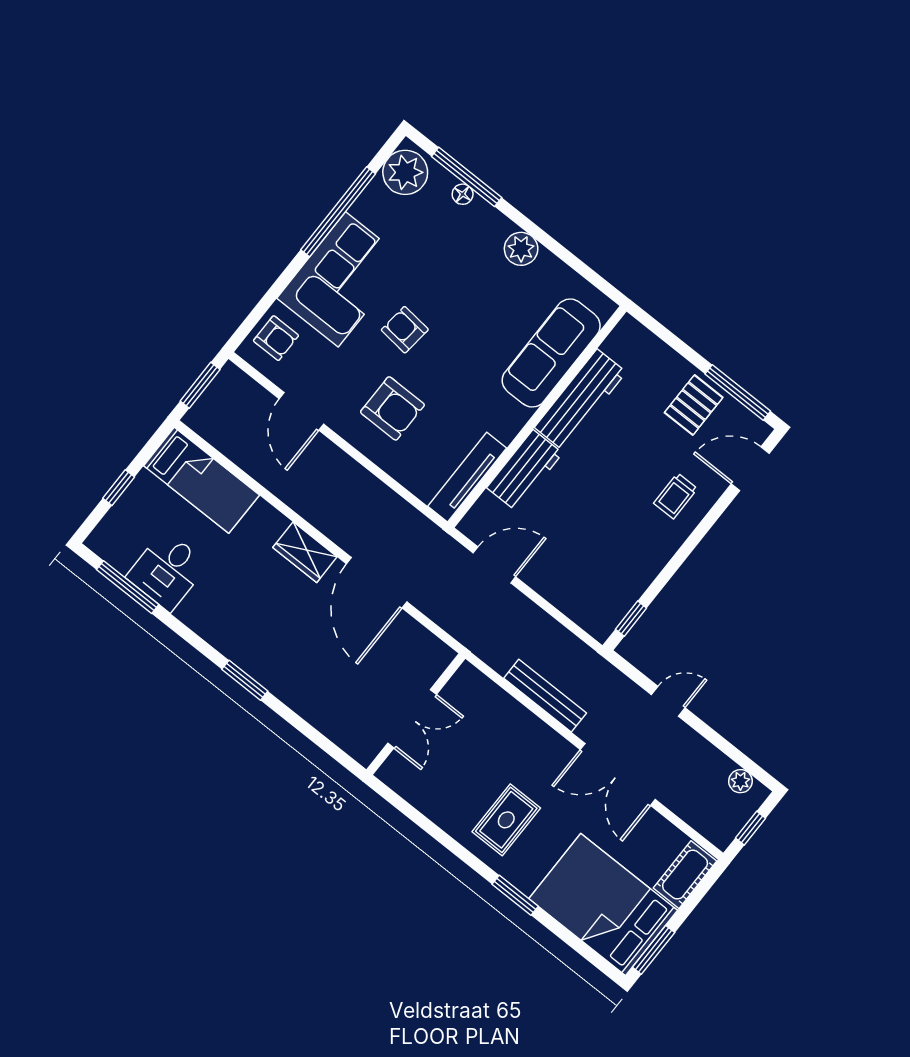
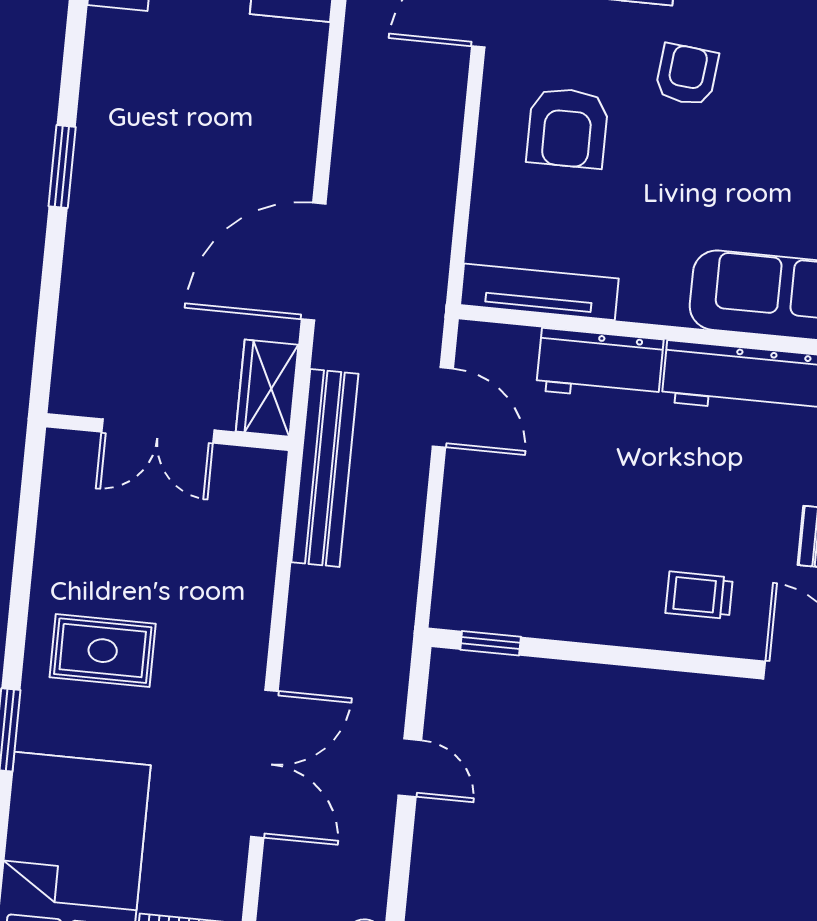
wardrobe: (305, 552) -> (267, 388), moved
bench: (545, 696) -> (325, 468), moved, width x1.37, depth x1.21
double door: (618, 775) -> (264, 764), swing flipped

